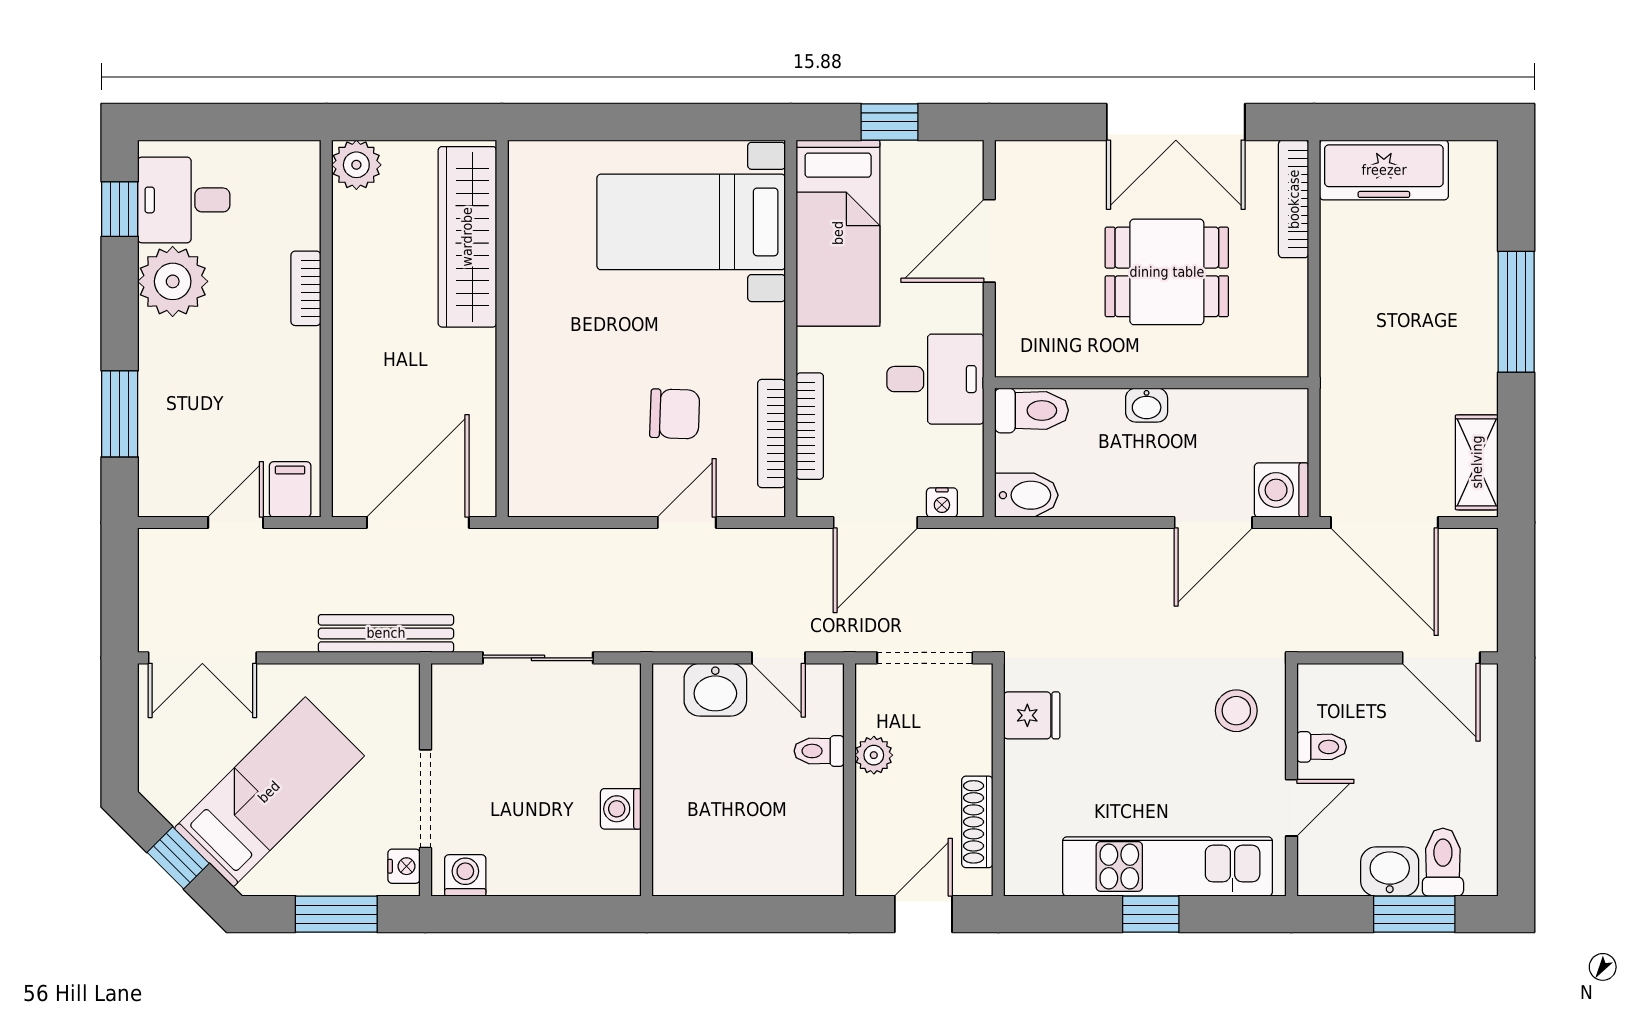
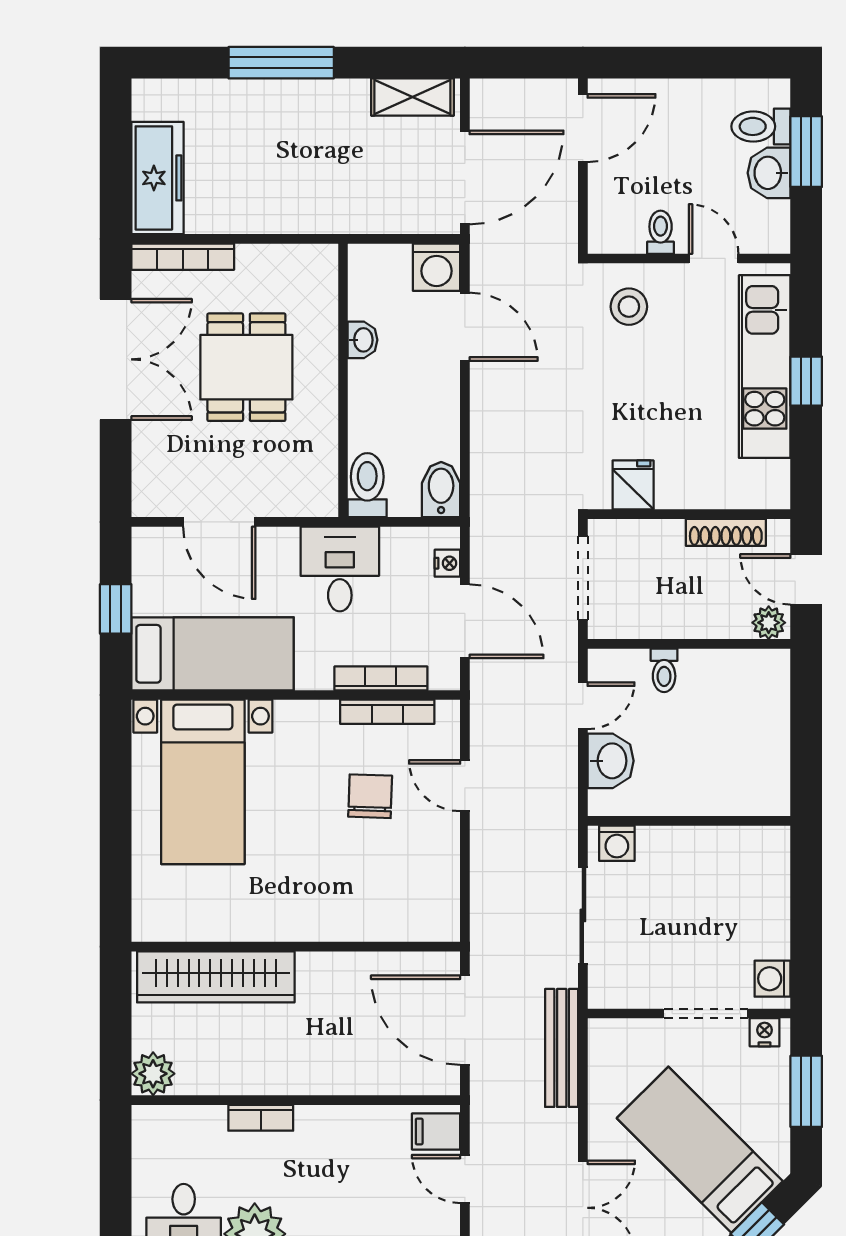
washbasin: (1147, 405) -> (363, 340), moved
plant: (874, 755) -> (769, 623), moved
washing machine: (621, 809) -> (617, 843), moved

